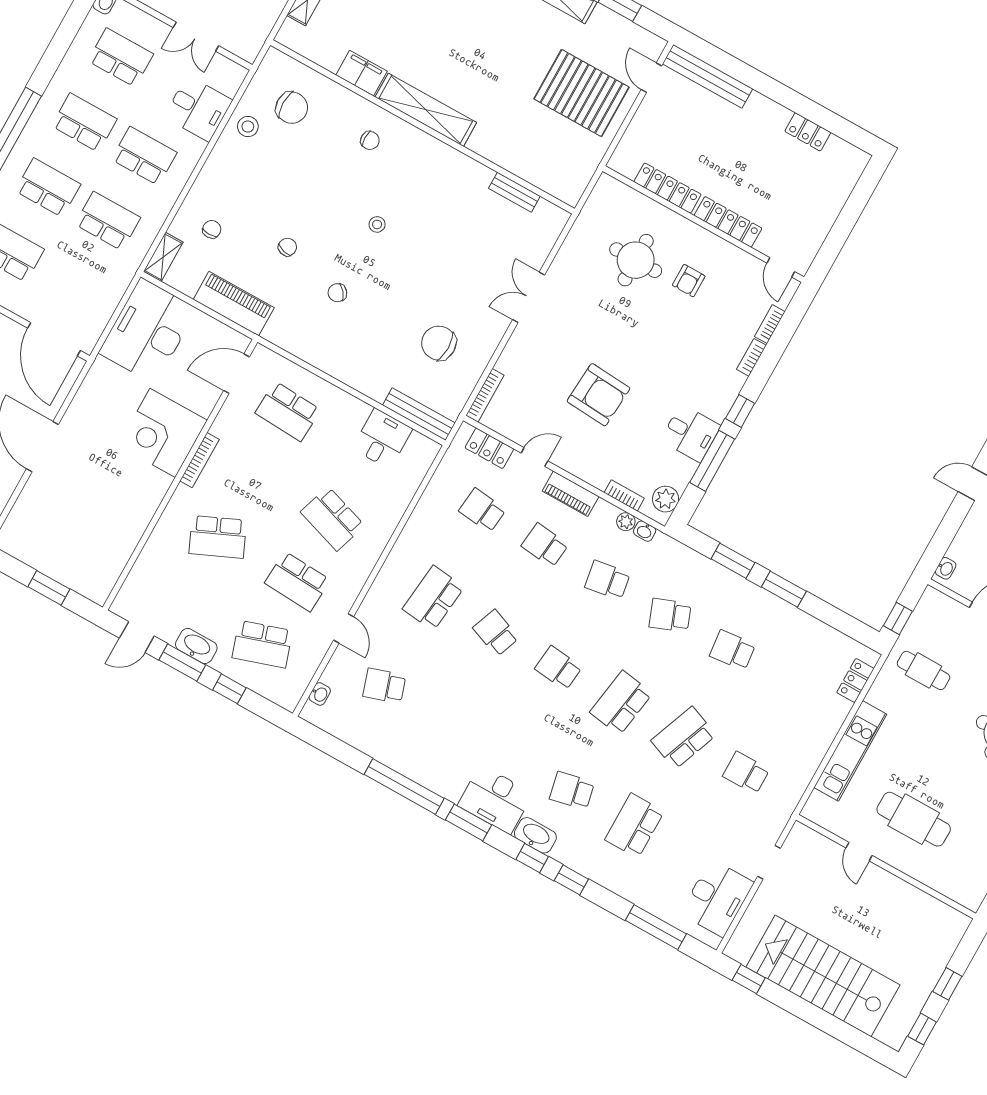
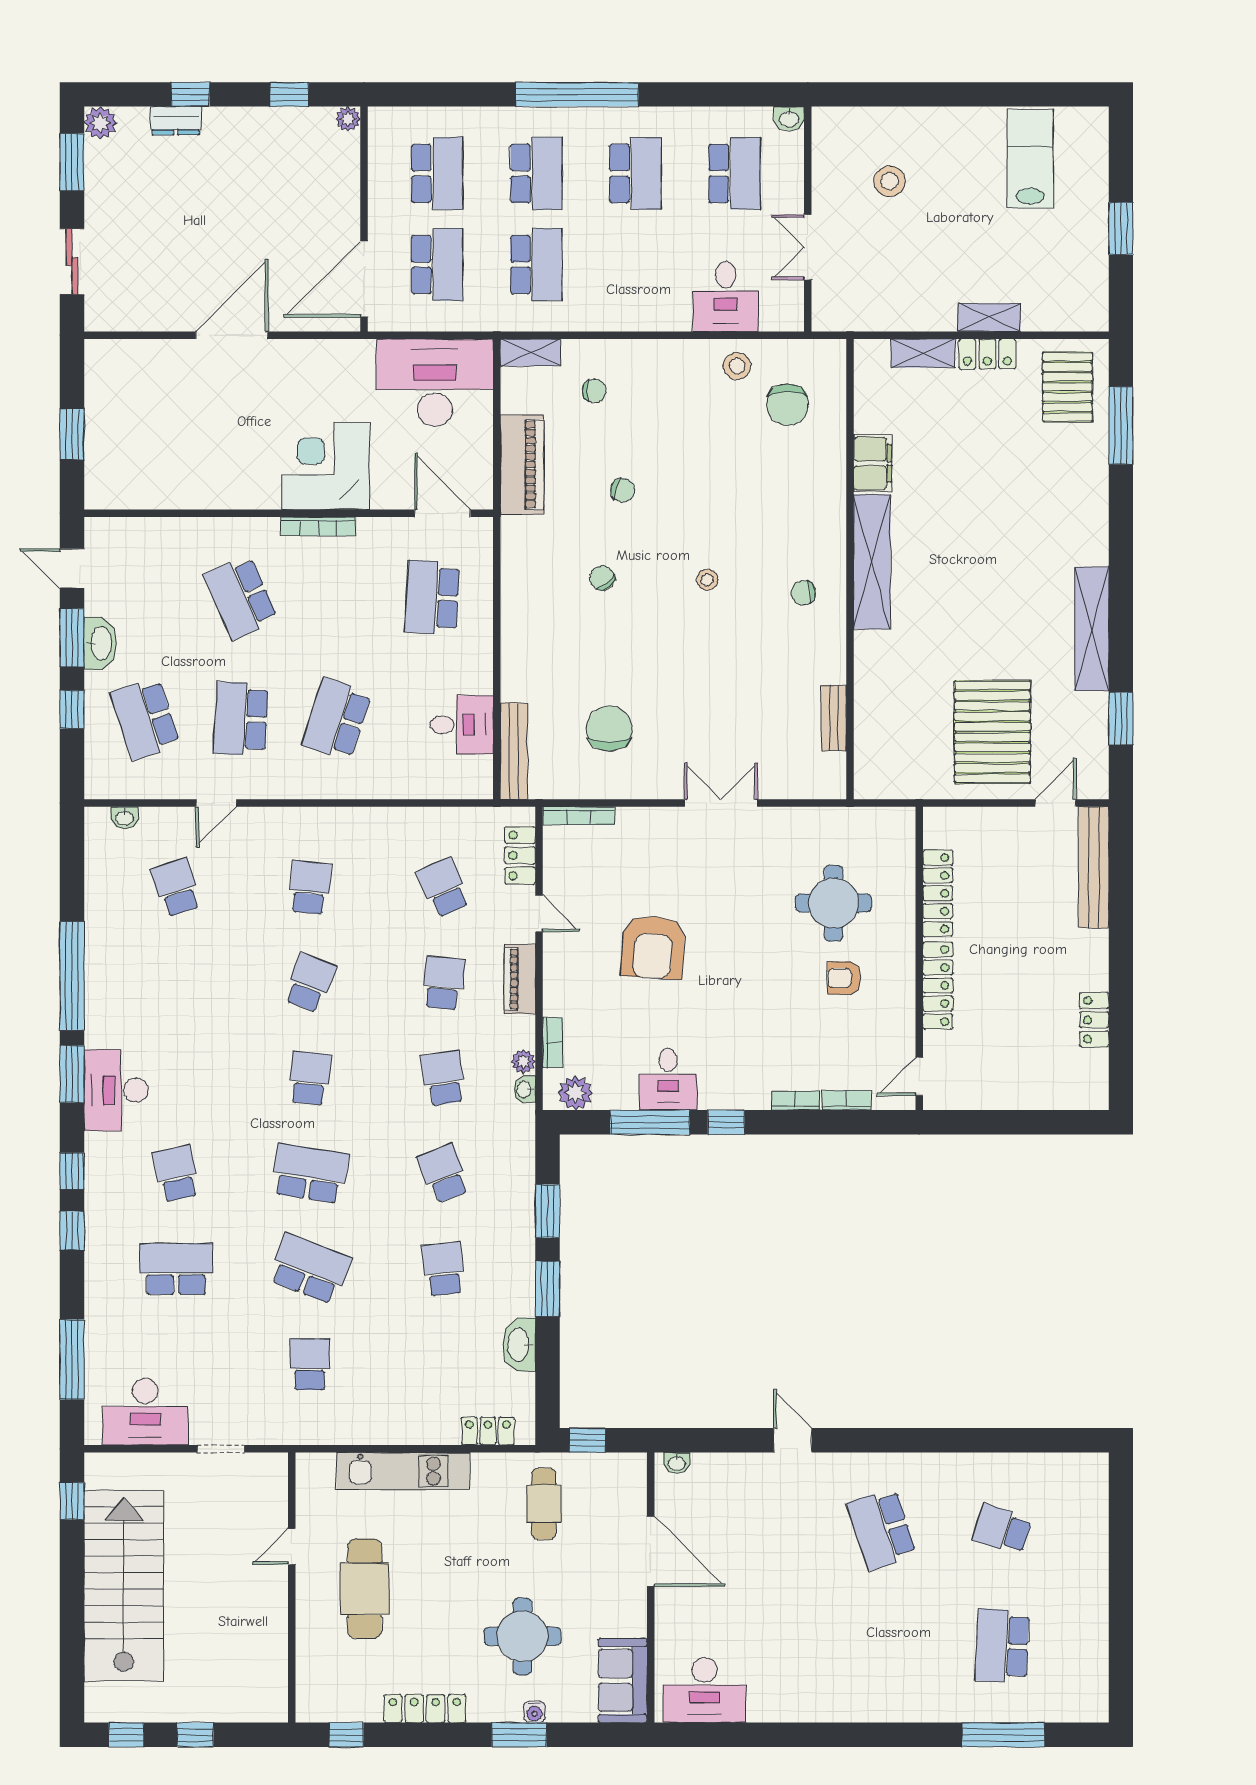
chair: (370, 140) -> (803, 593), moved, turned 81
school desk: (144, 156) -> (437, 265), moved
school desk: (482, 510) -> (443, 887), turned -30
school desk: (433, 598) -> (310, 887), width x0.54
washbasin: (535, 835) -> (519, 1345), moved, turned 180

